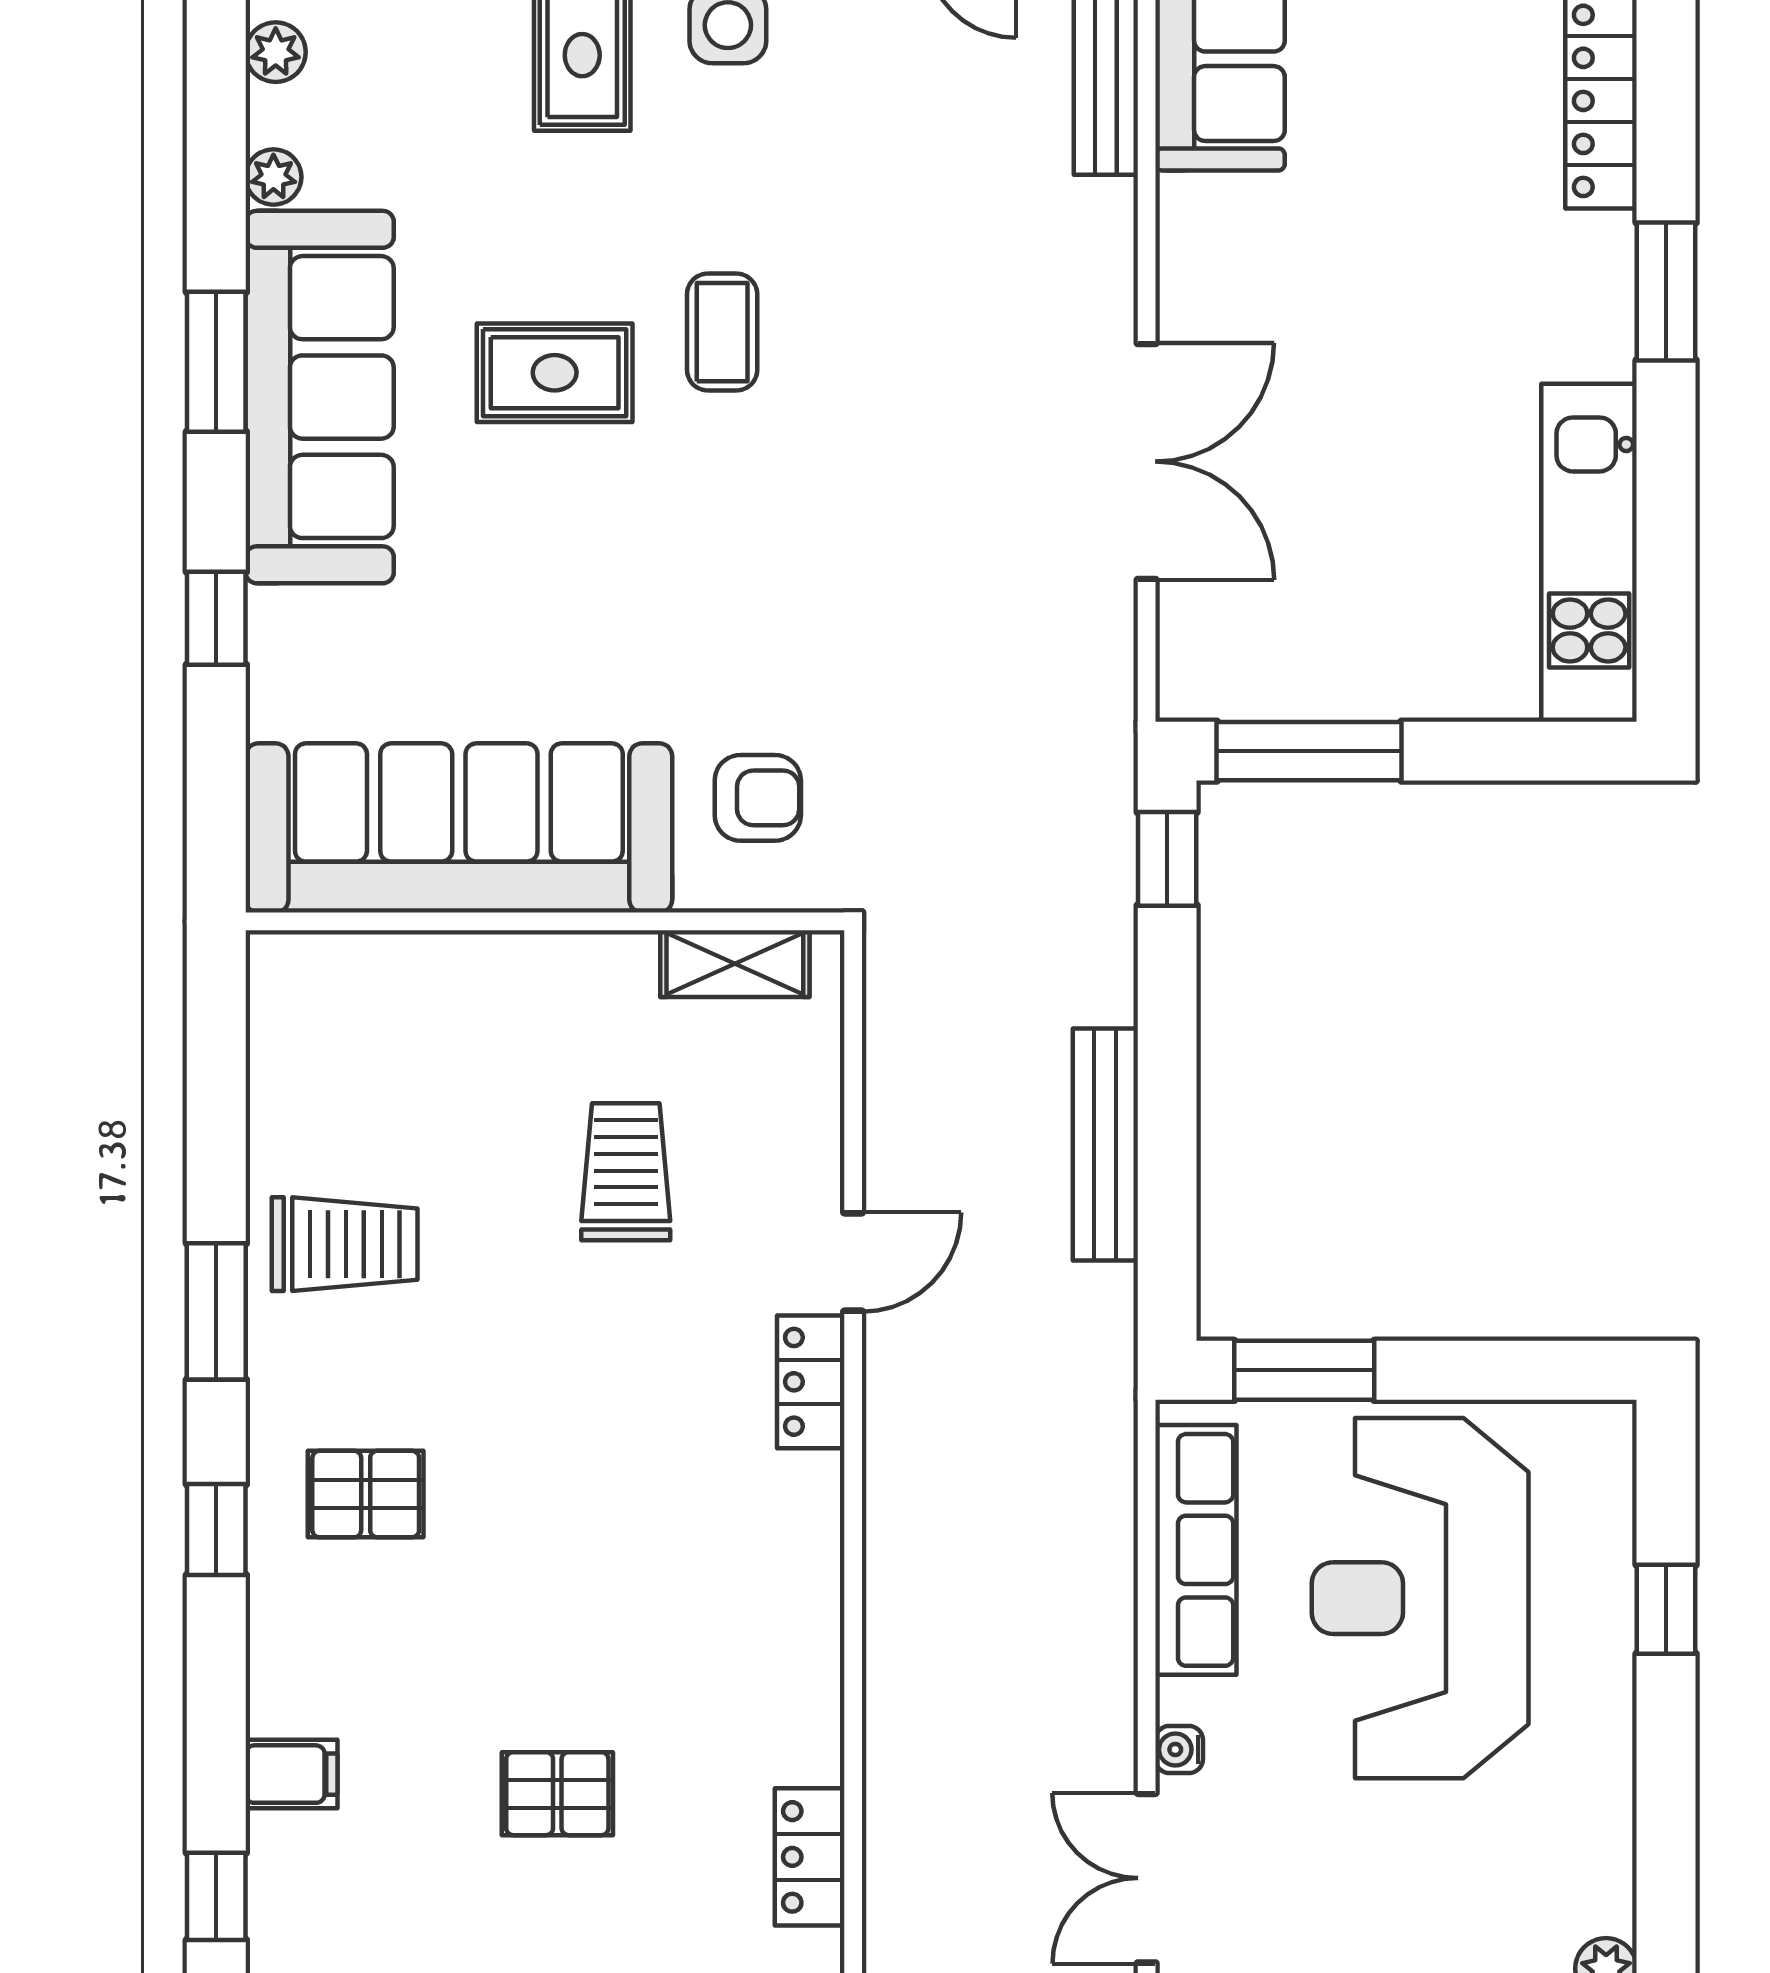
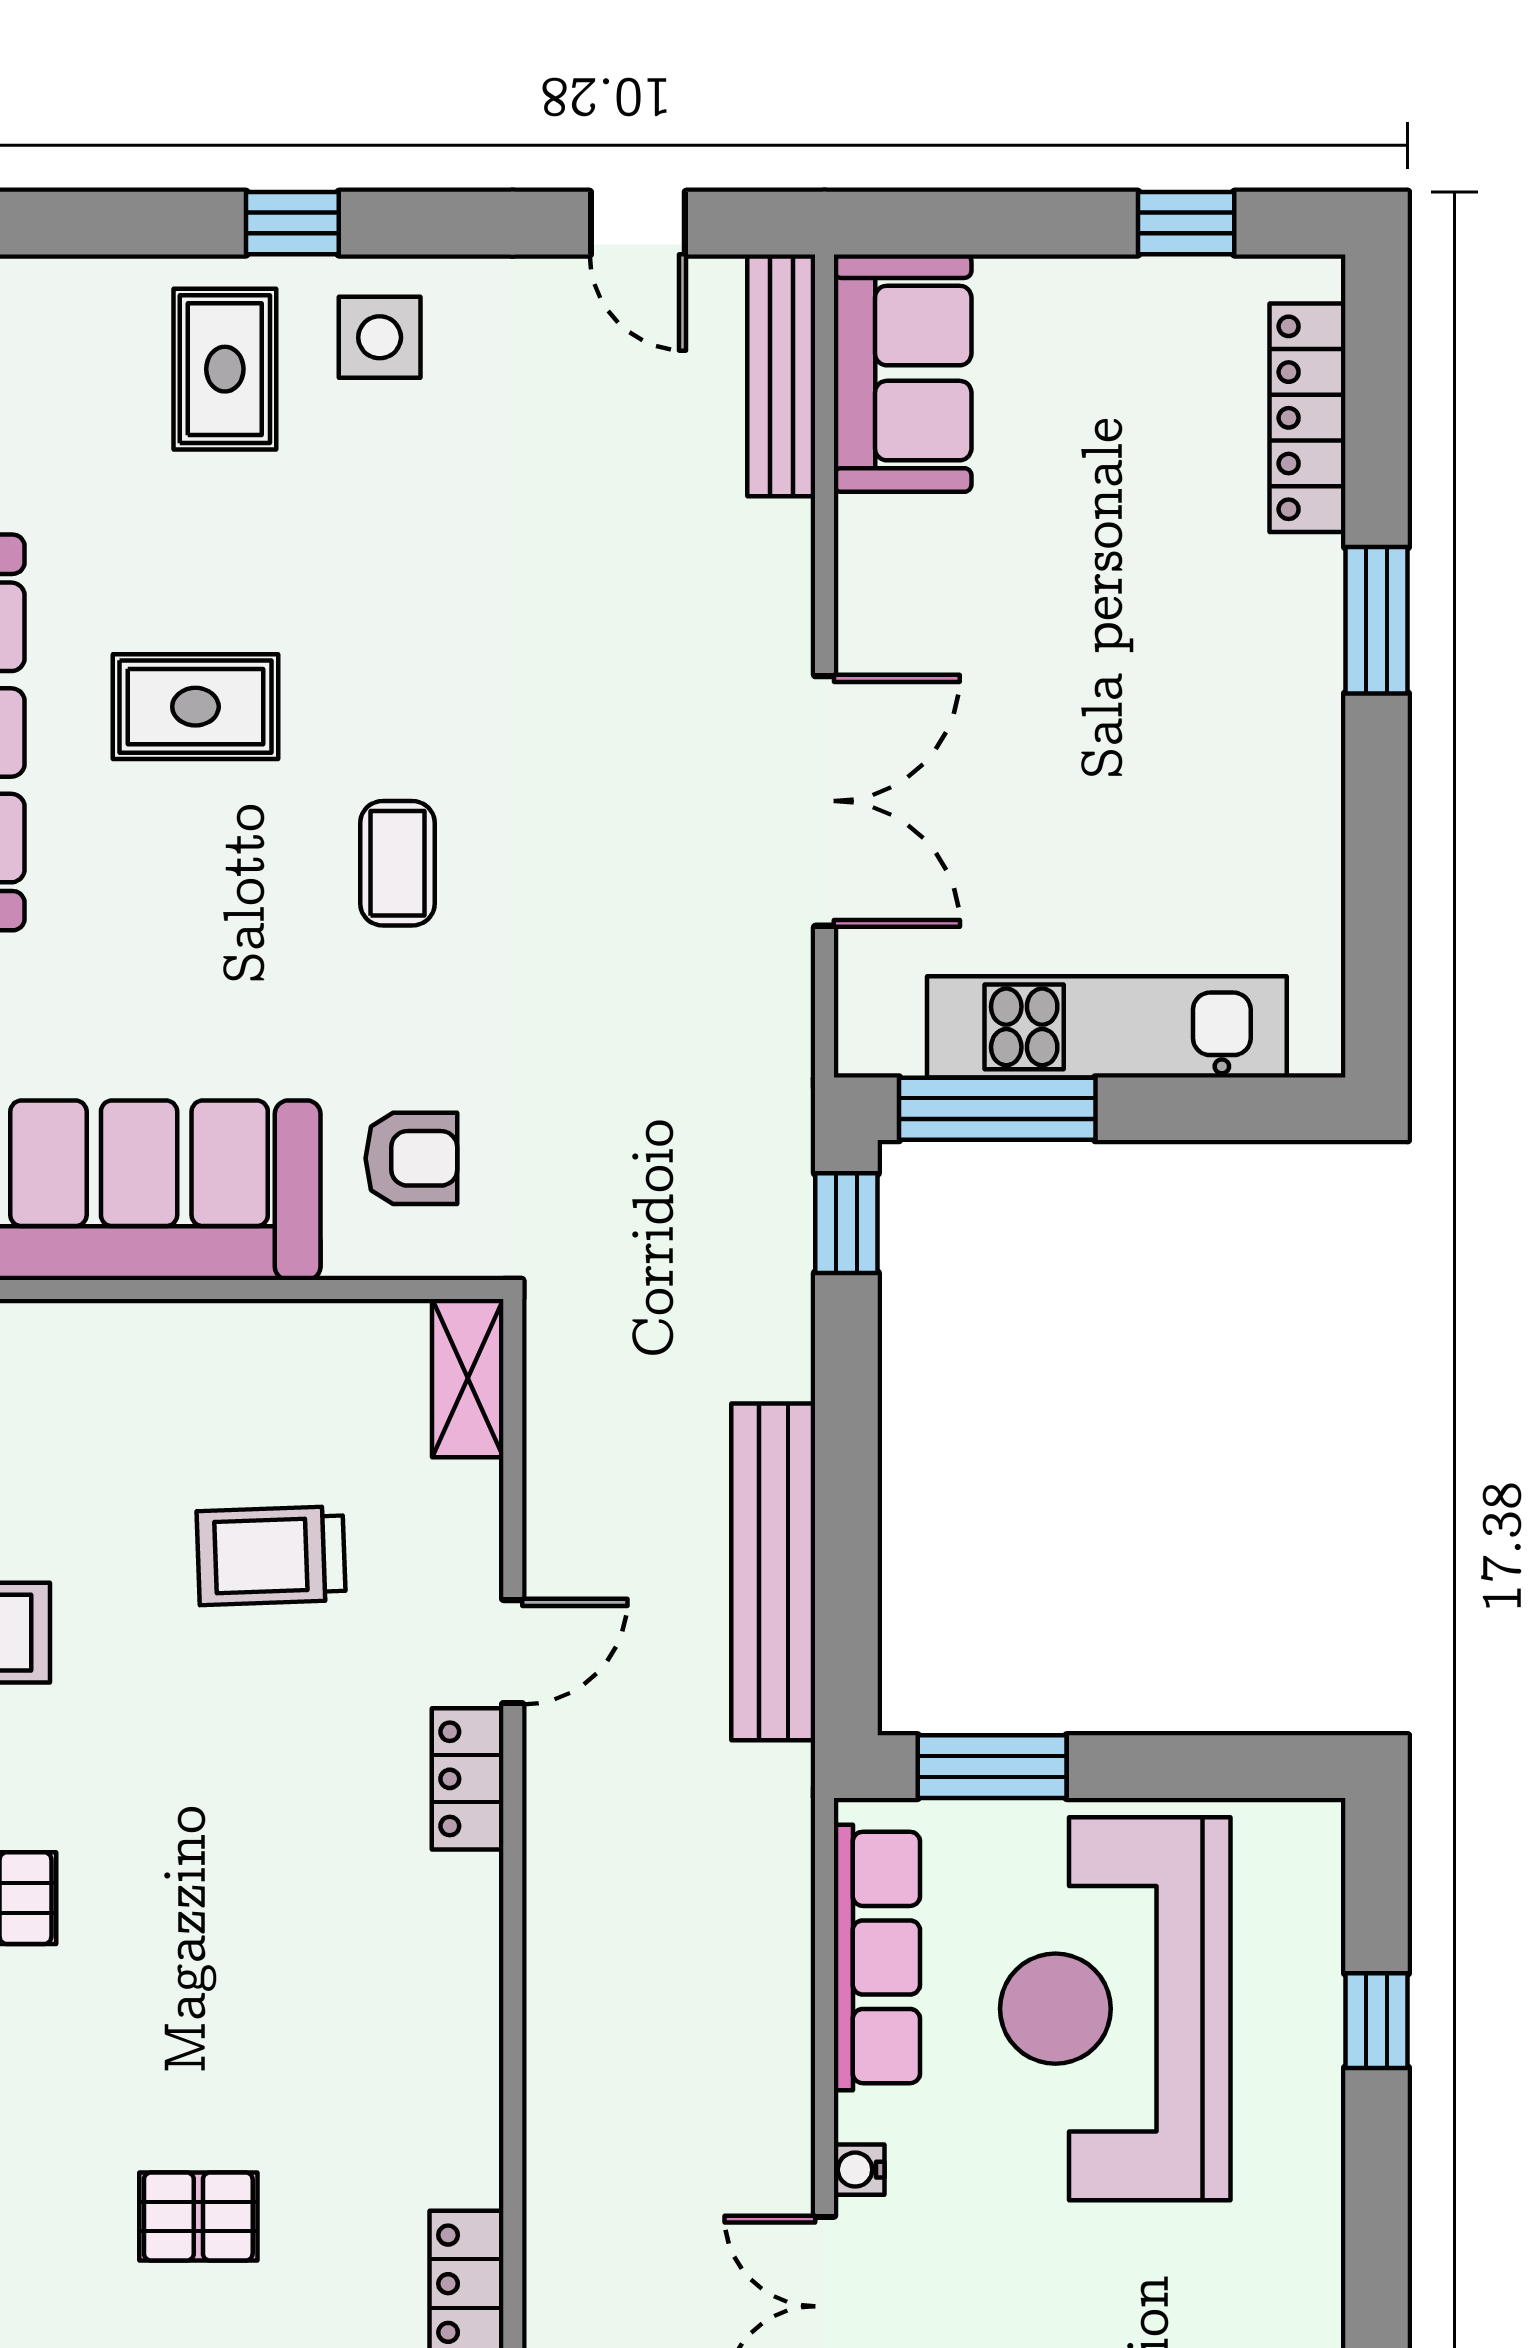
coffee table: (722, 332) -> (397, 863), moved
kitchen unit: (1589, 553) -> (1107, 1027), moved, turned 90
shelving: (735, 964) -> (468, 1378), moved, turned 90
bench: (1105, 1144) -> (773, 1572), width x1.37, depth x1.21
trolley: (626, 1172) -> (271, 1556), turned -92

